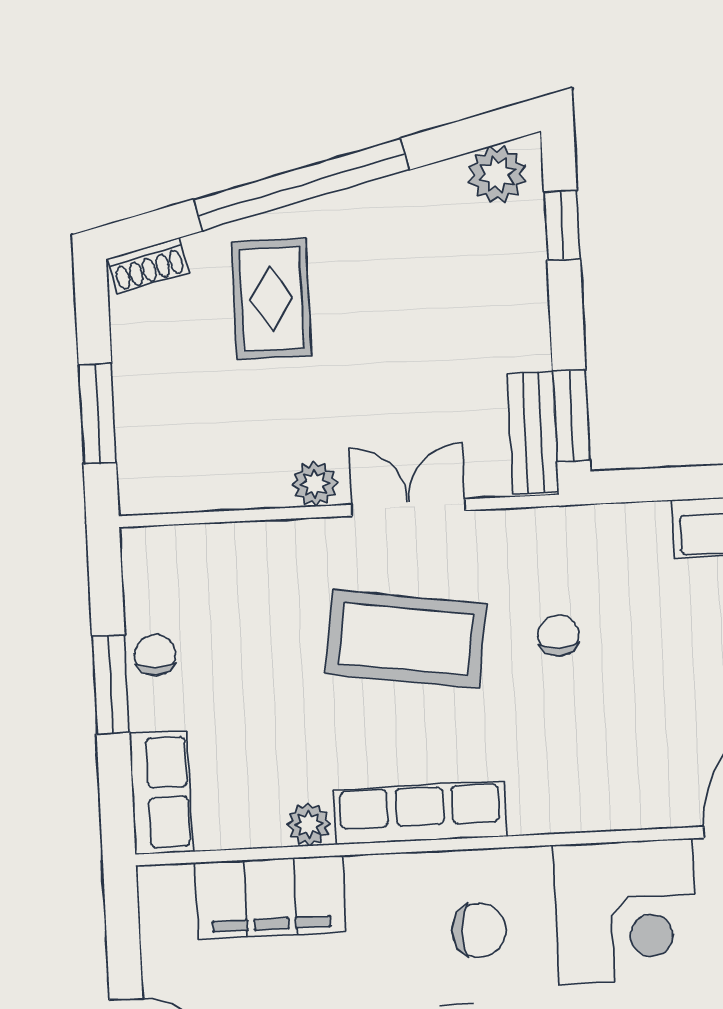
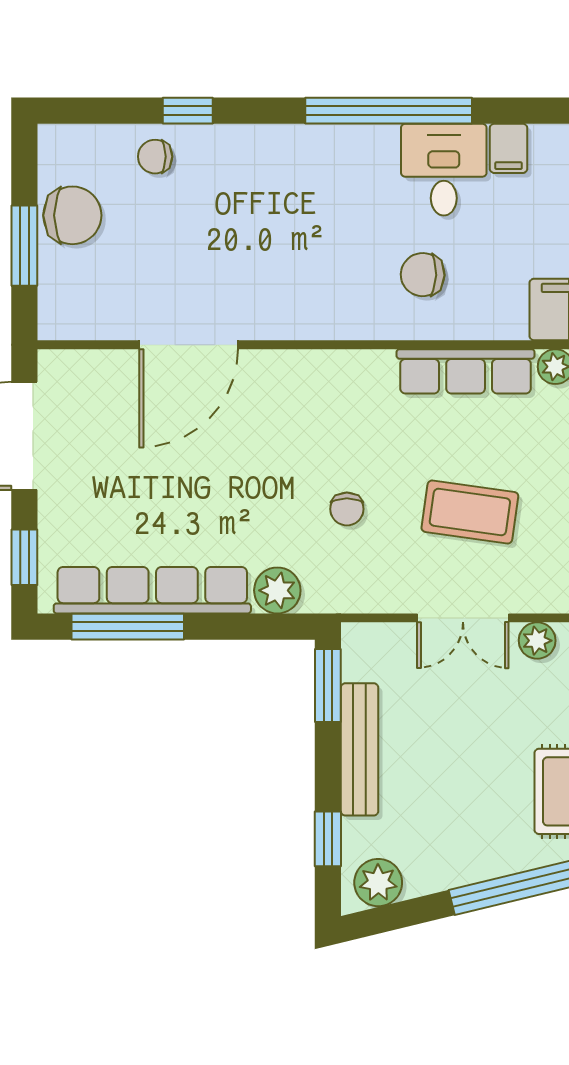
bench: (533, 433) -> (360, 749), moved, width x1.36
plant: (640, 530) -> (277, 590), added
coffee table: (406, 639) -> (470, 512), width x0.73, depth x0.76
corner desk: (625, 911) -> (304, 284), removed

